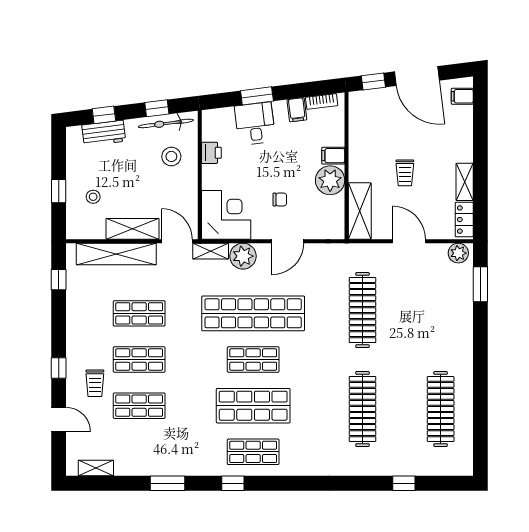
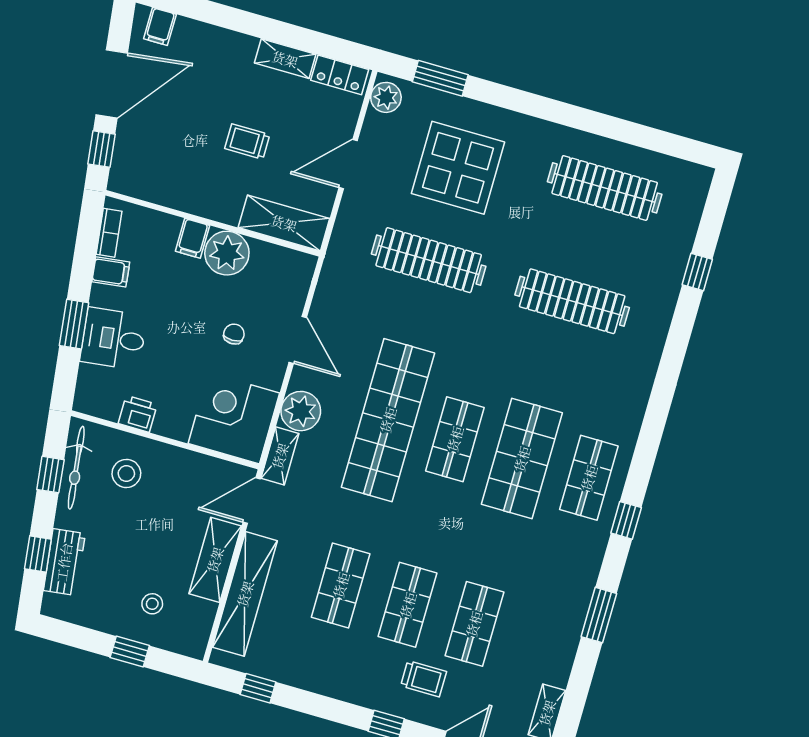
trolley: (405, 173) -> (247, 142), turned 180
display table: (427, 312) -> (458, 168), added

